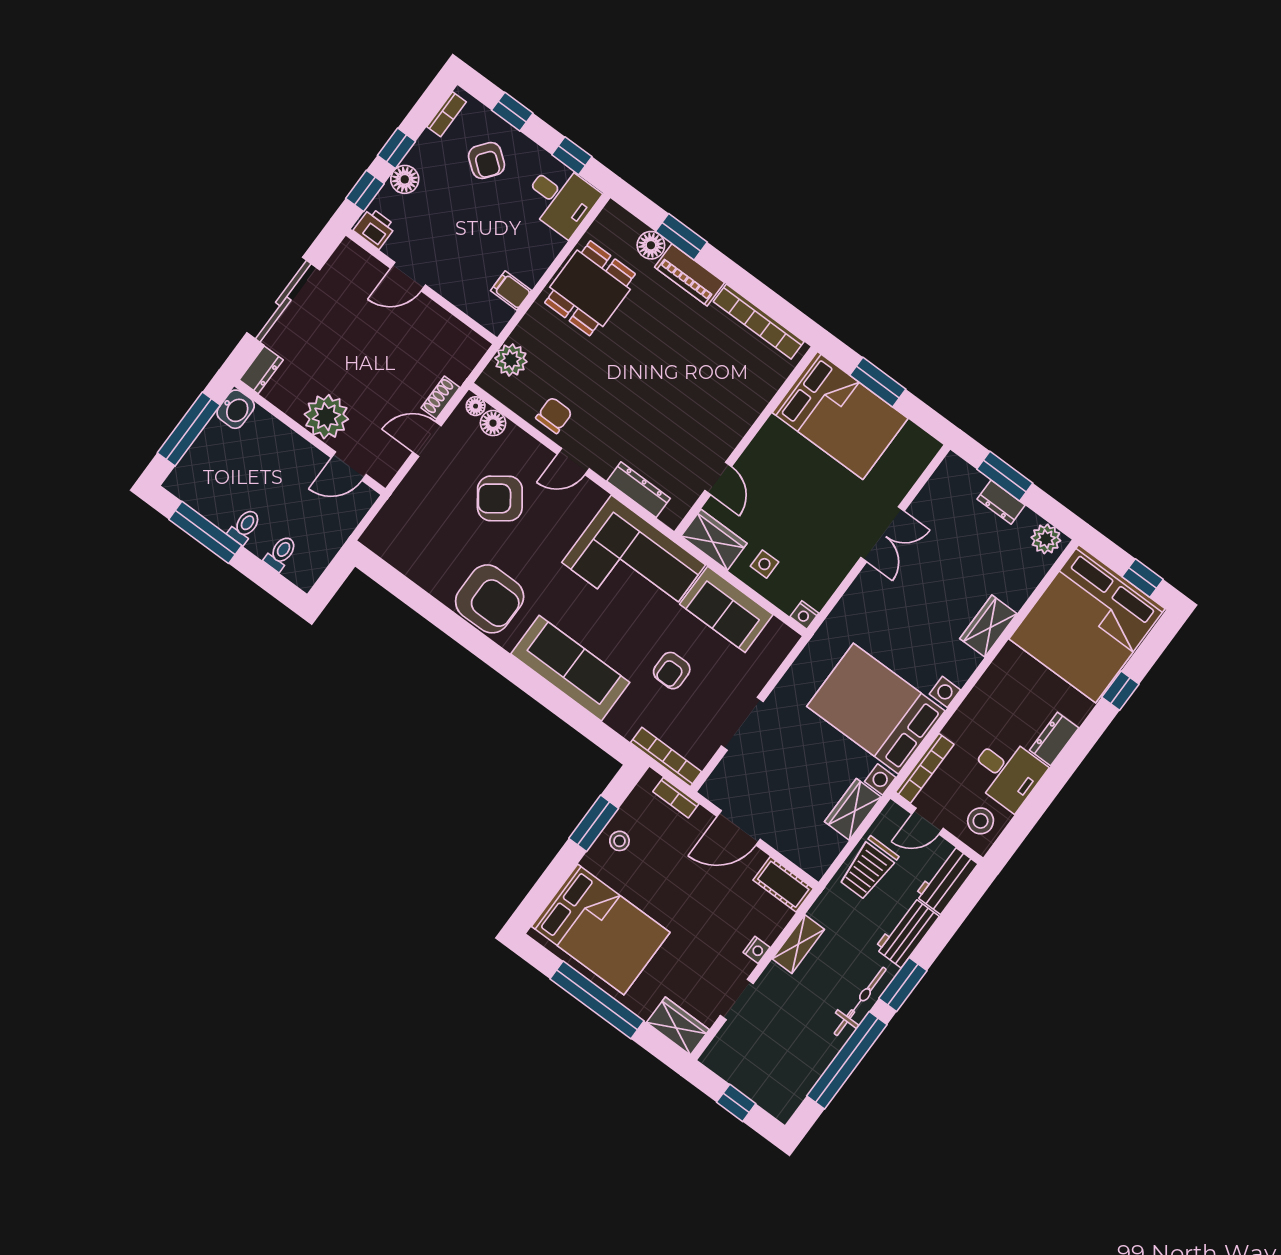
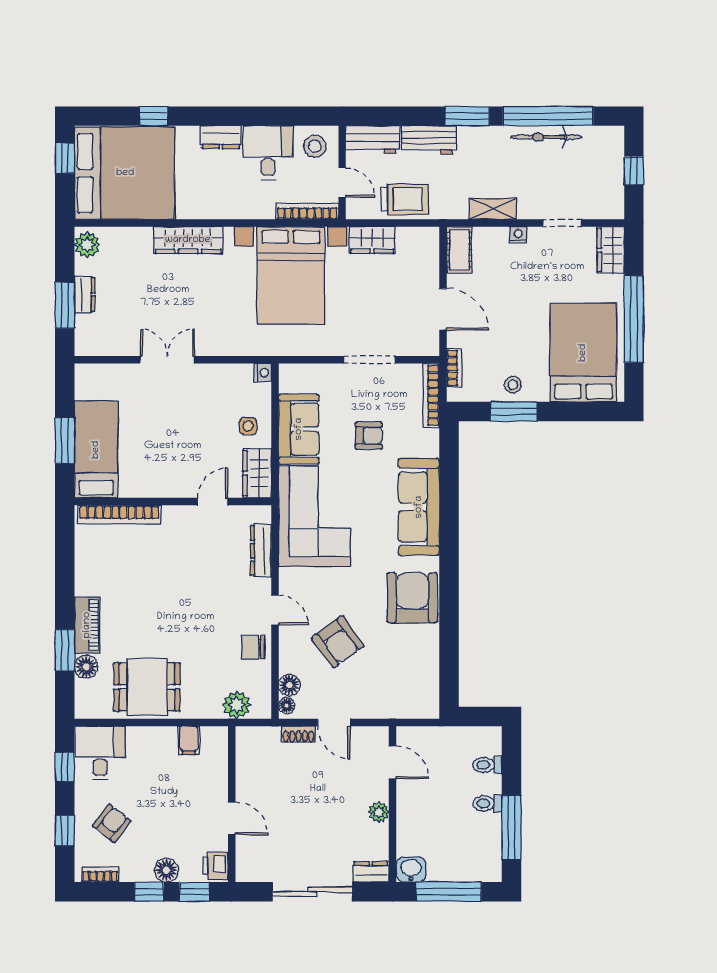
bookcase: (759, 322) -> (119, 515), moved, turned 90
bed: (840, 416) -> (96, 450), width x0.67
plant: (326, 417) -> (379, 812), width x0.53, depth x0.53
wardrobe: (988, 626) -> (188, 240), width x1.50
bicycle: (860, 1001) -> (547, 137), moved

